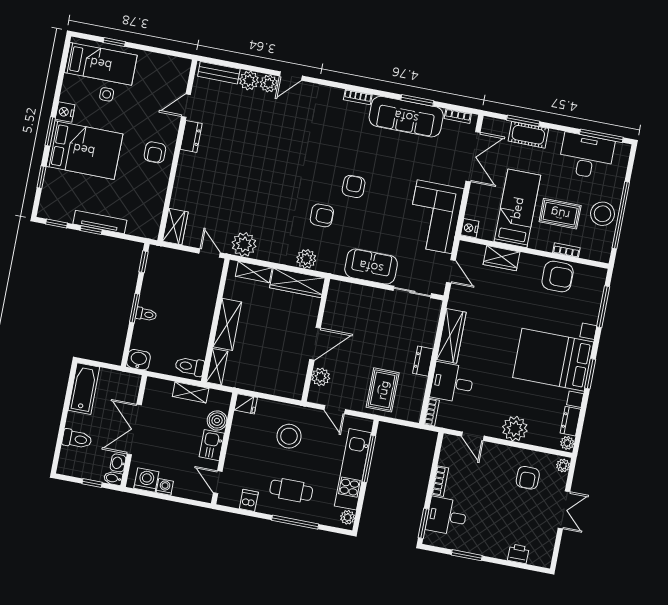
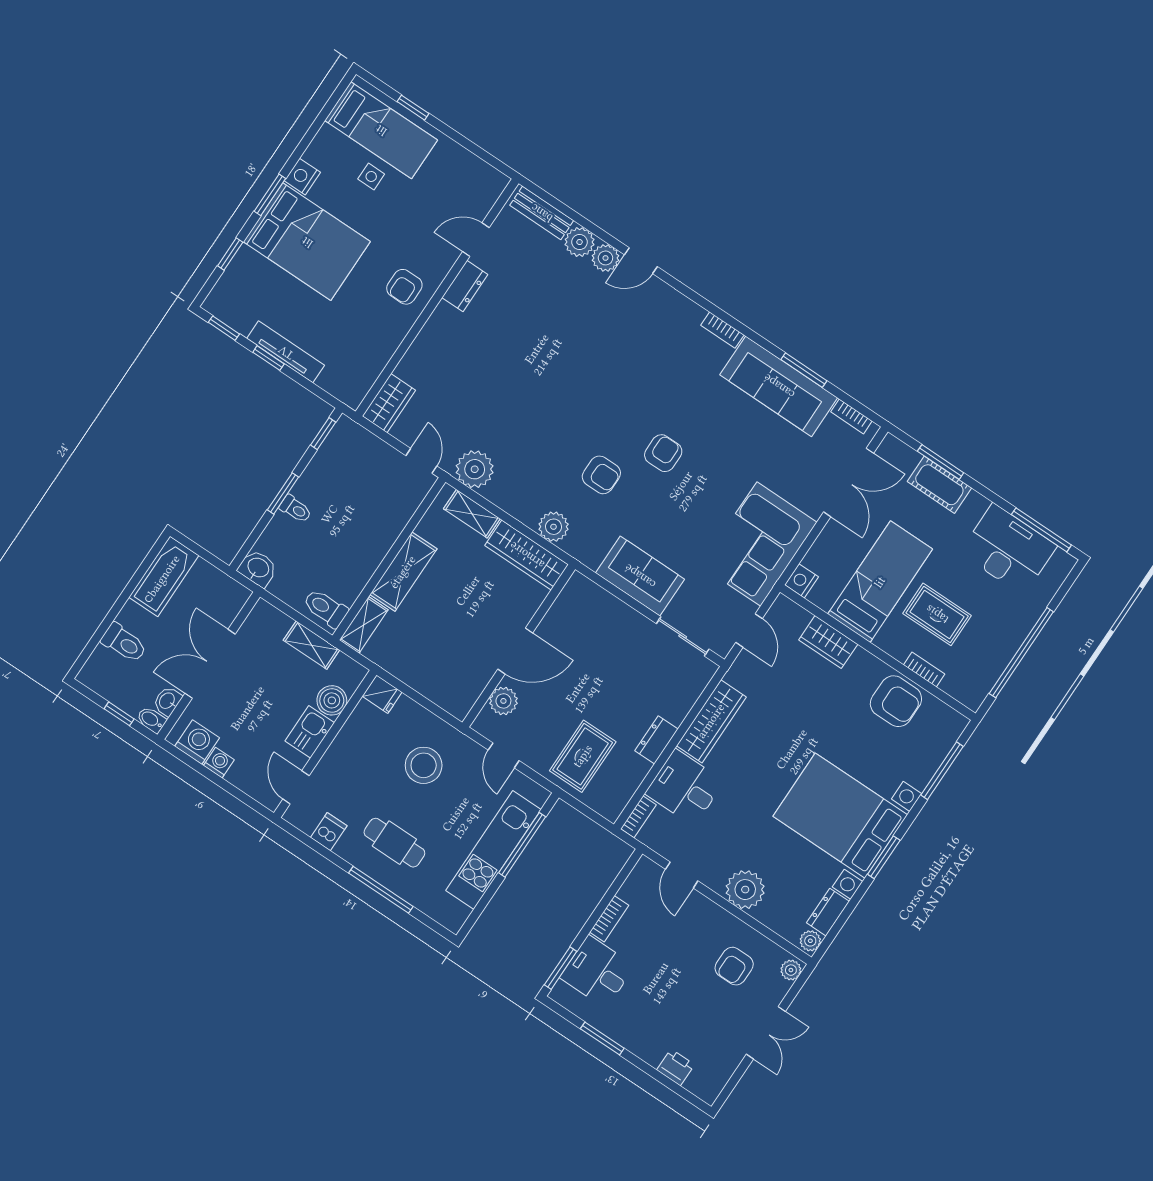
stool: (603, 214) -> (997, 640), removed
plant: (348, 517) -> (457, 914), removed

